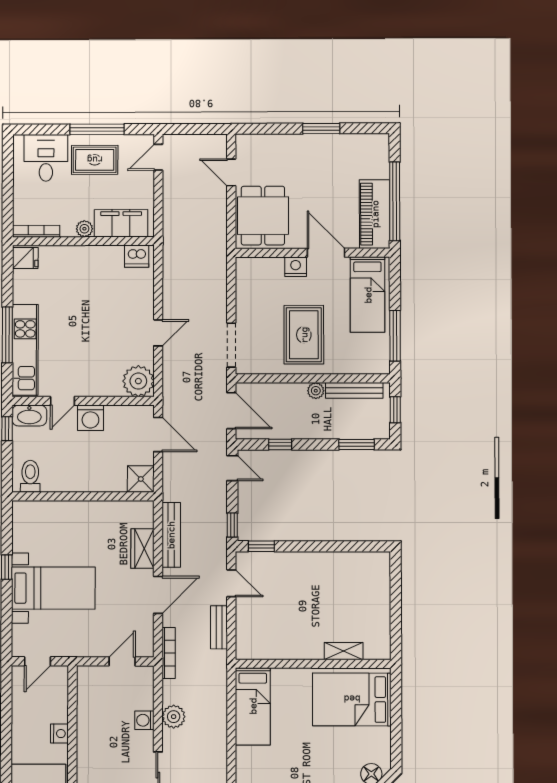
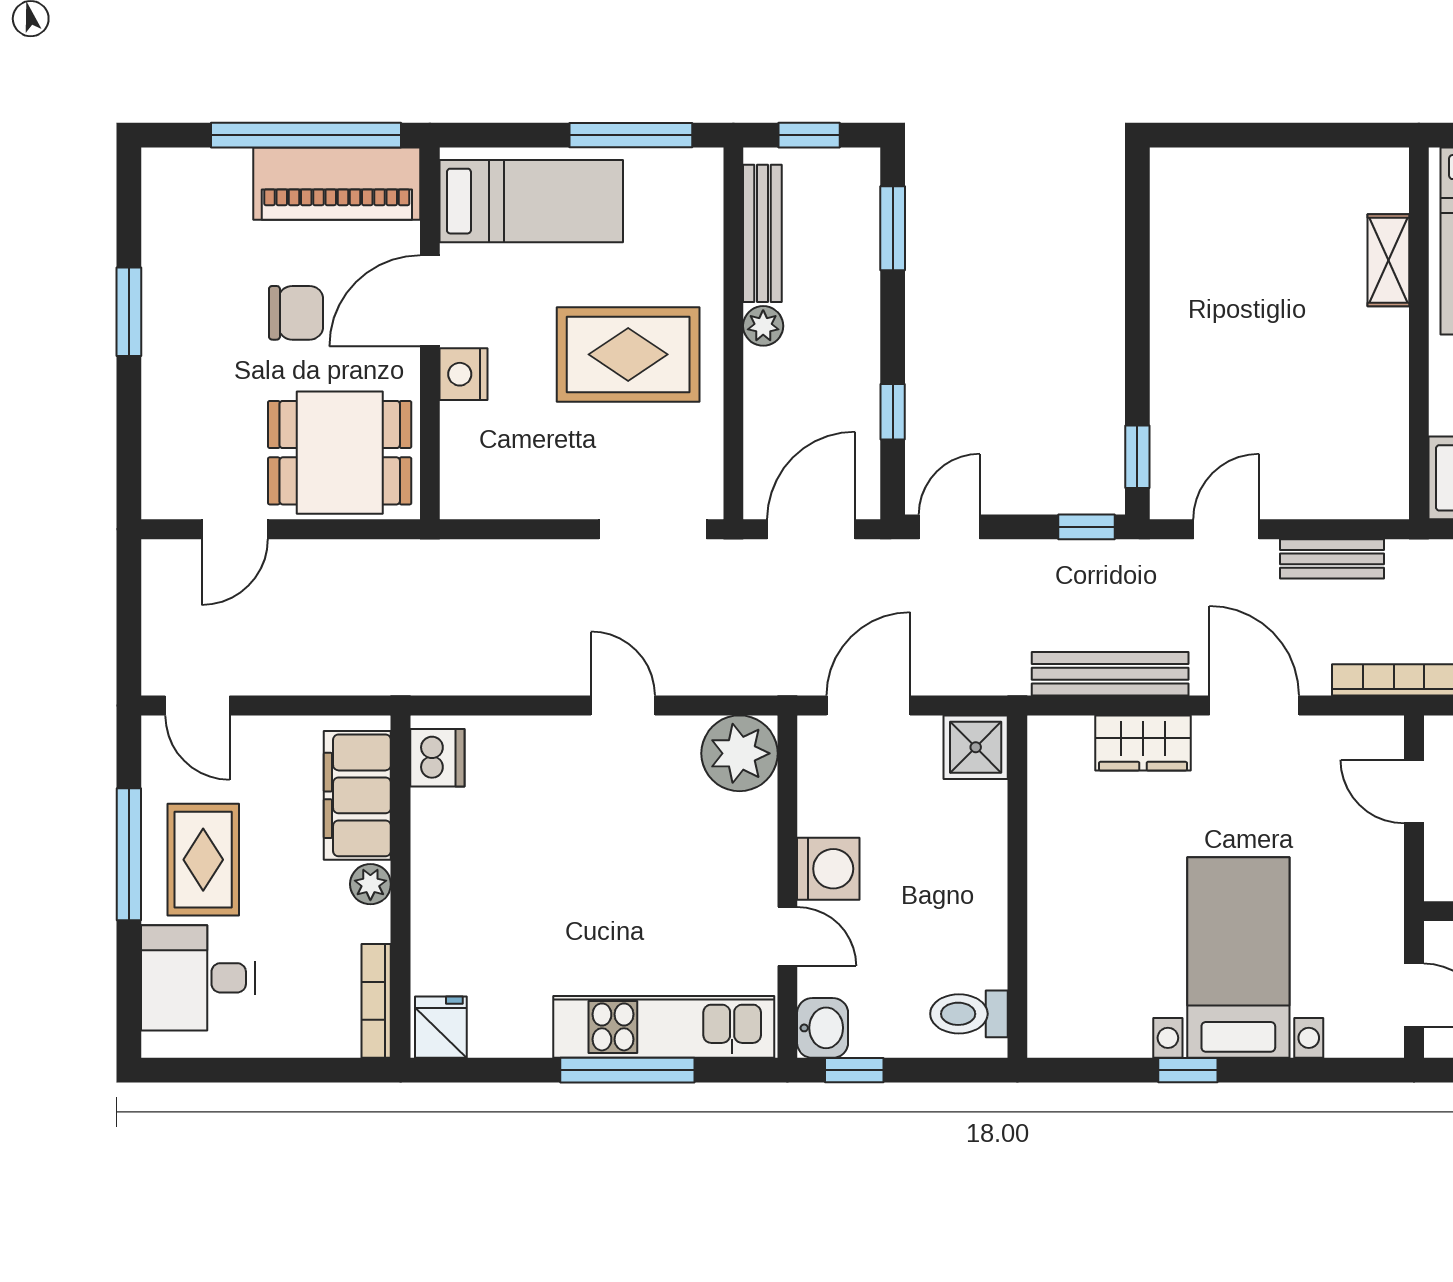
chair: (321, 197) -> (296, 313), added
washbasin: (29, 416) -> (823, 1028), width x0.72

